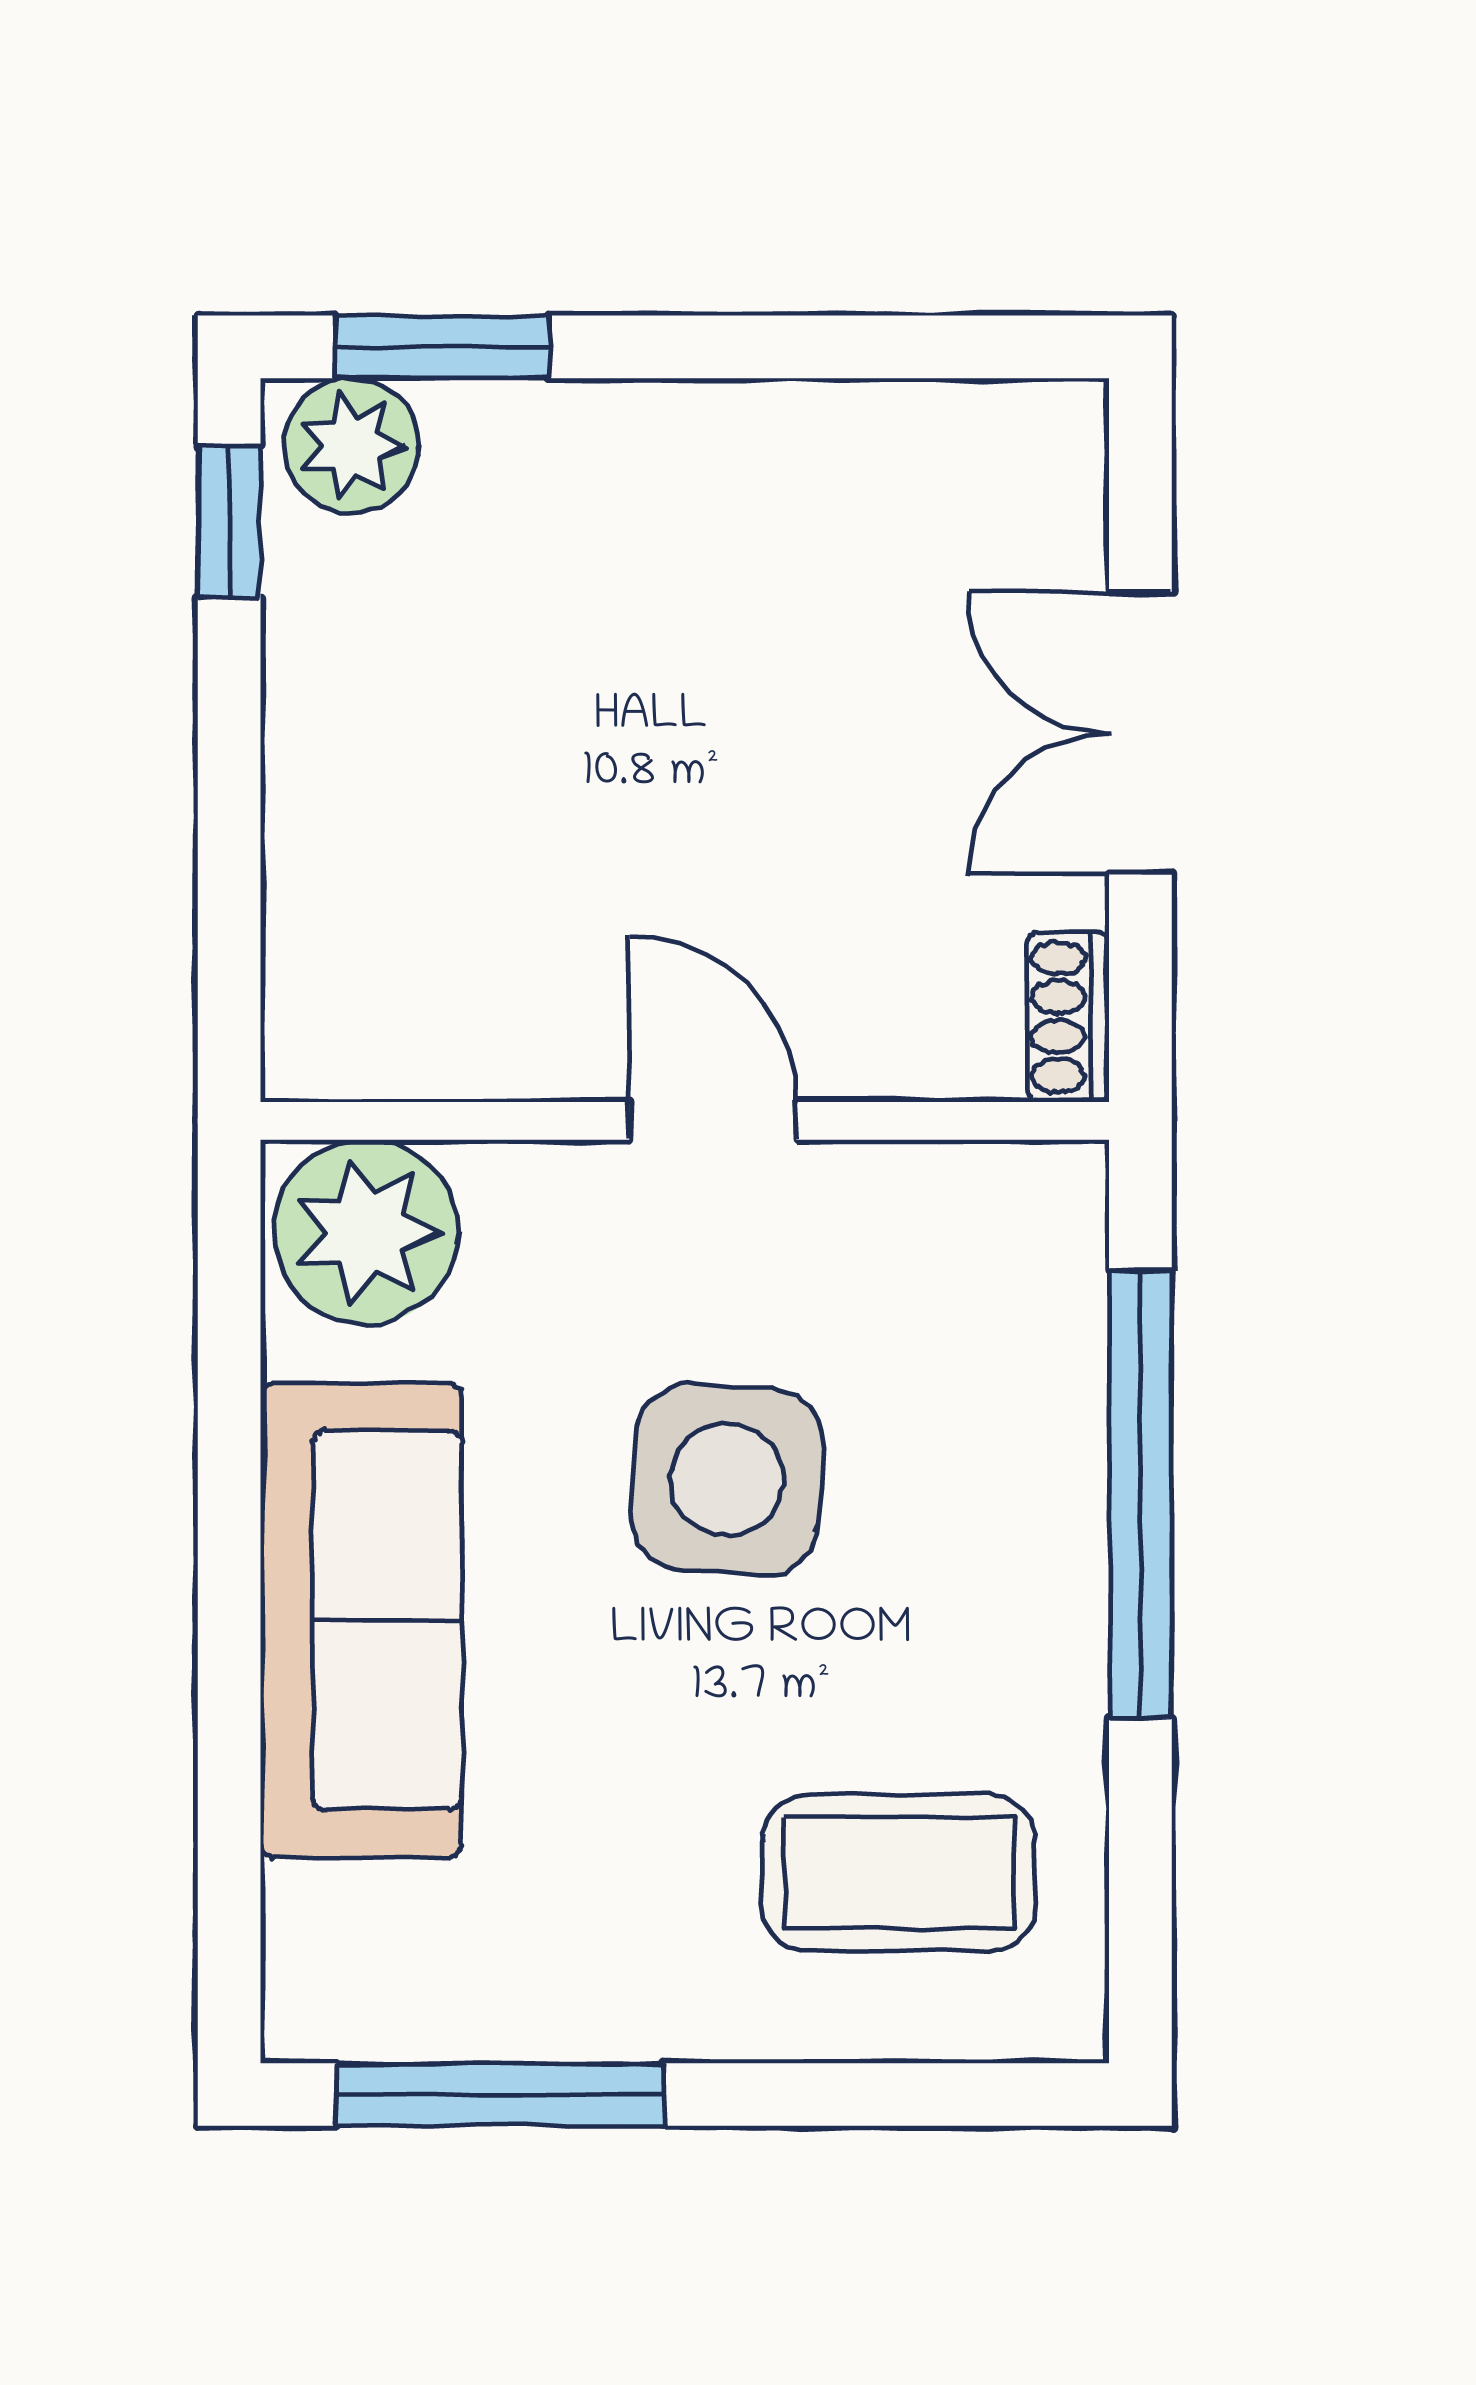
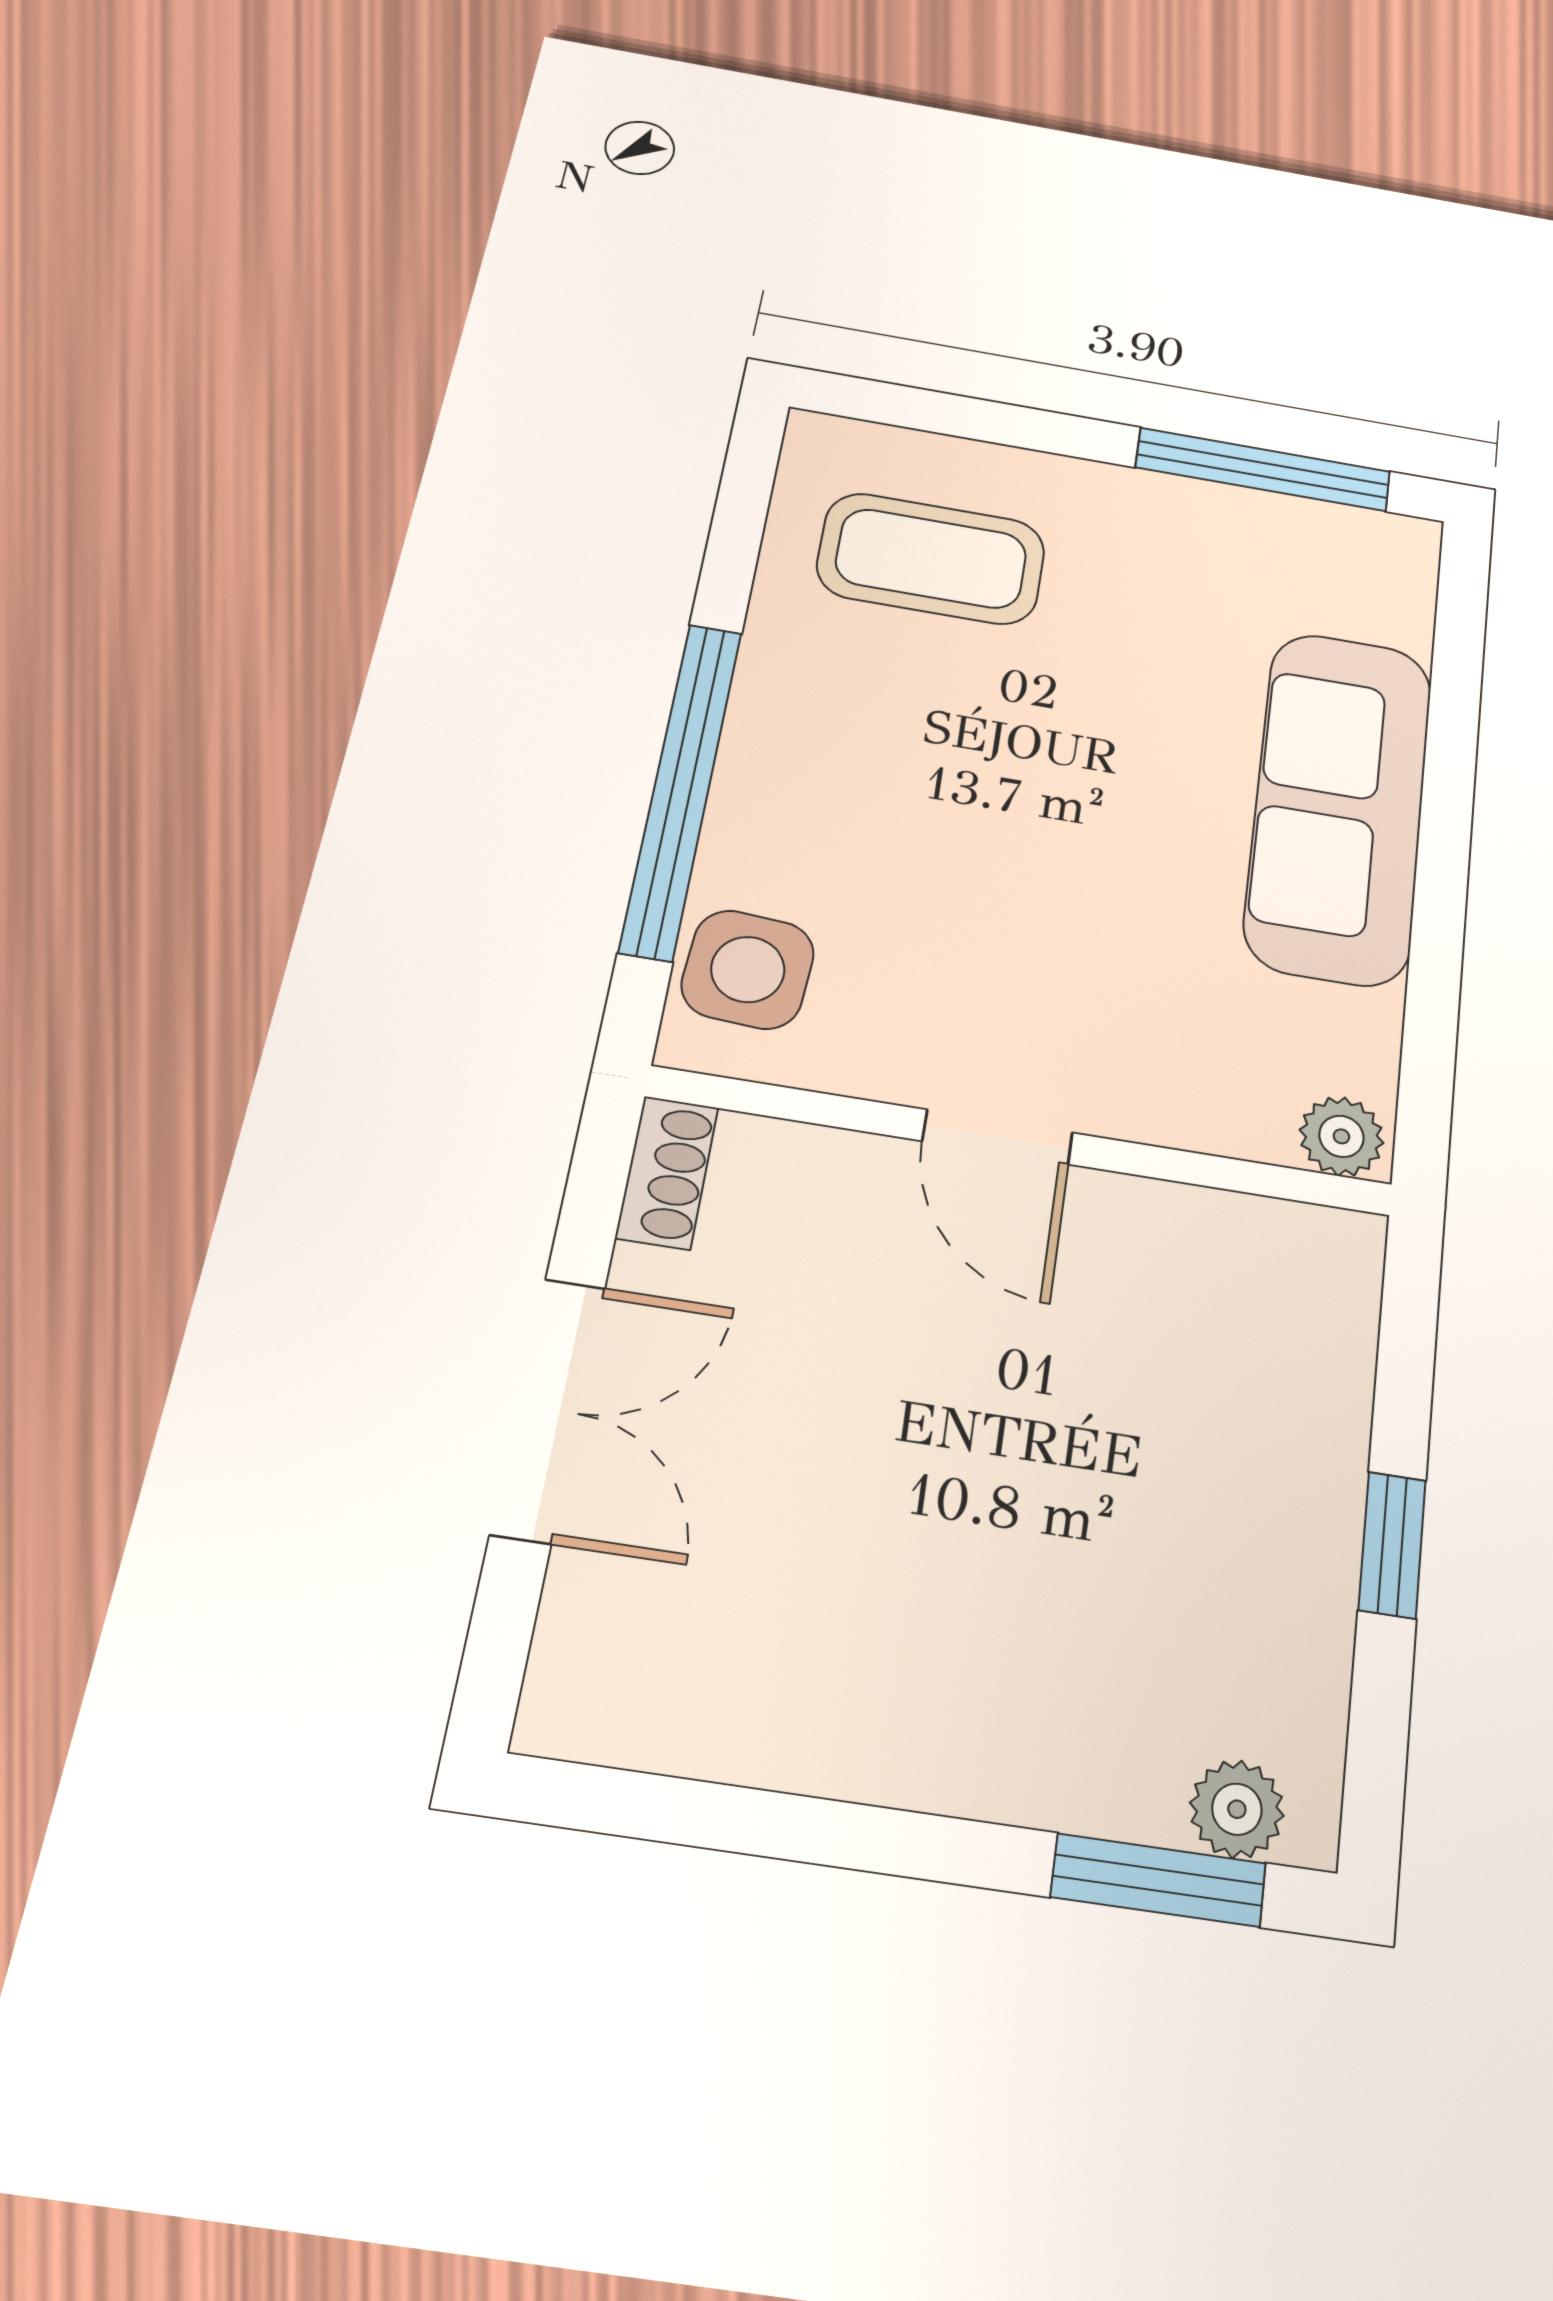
plant: (351, 446) -> (1237, 1809), width x0.73, depth x0.73
window: (229, 522) -> (1392, 1545), moved
plant: (366, 1232) -> (1341, 1136), width x0.53, depth x0.53
side table: (727, 1480) -> (748, 969), moved, width x0.73, depth x0.73

